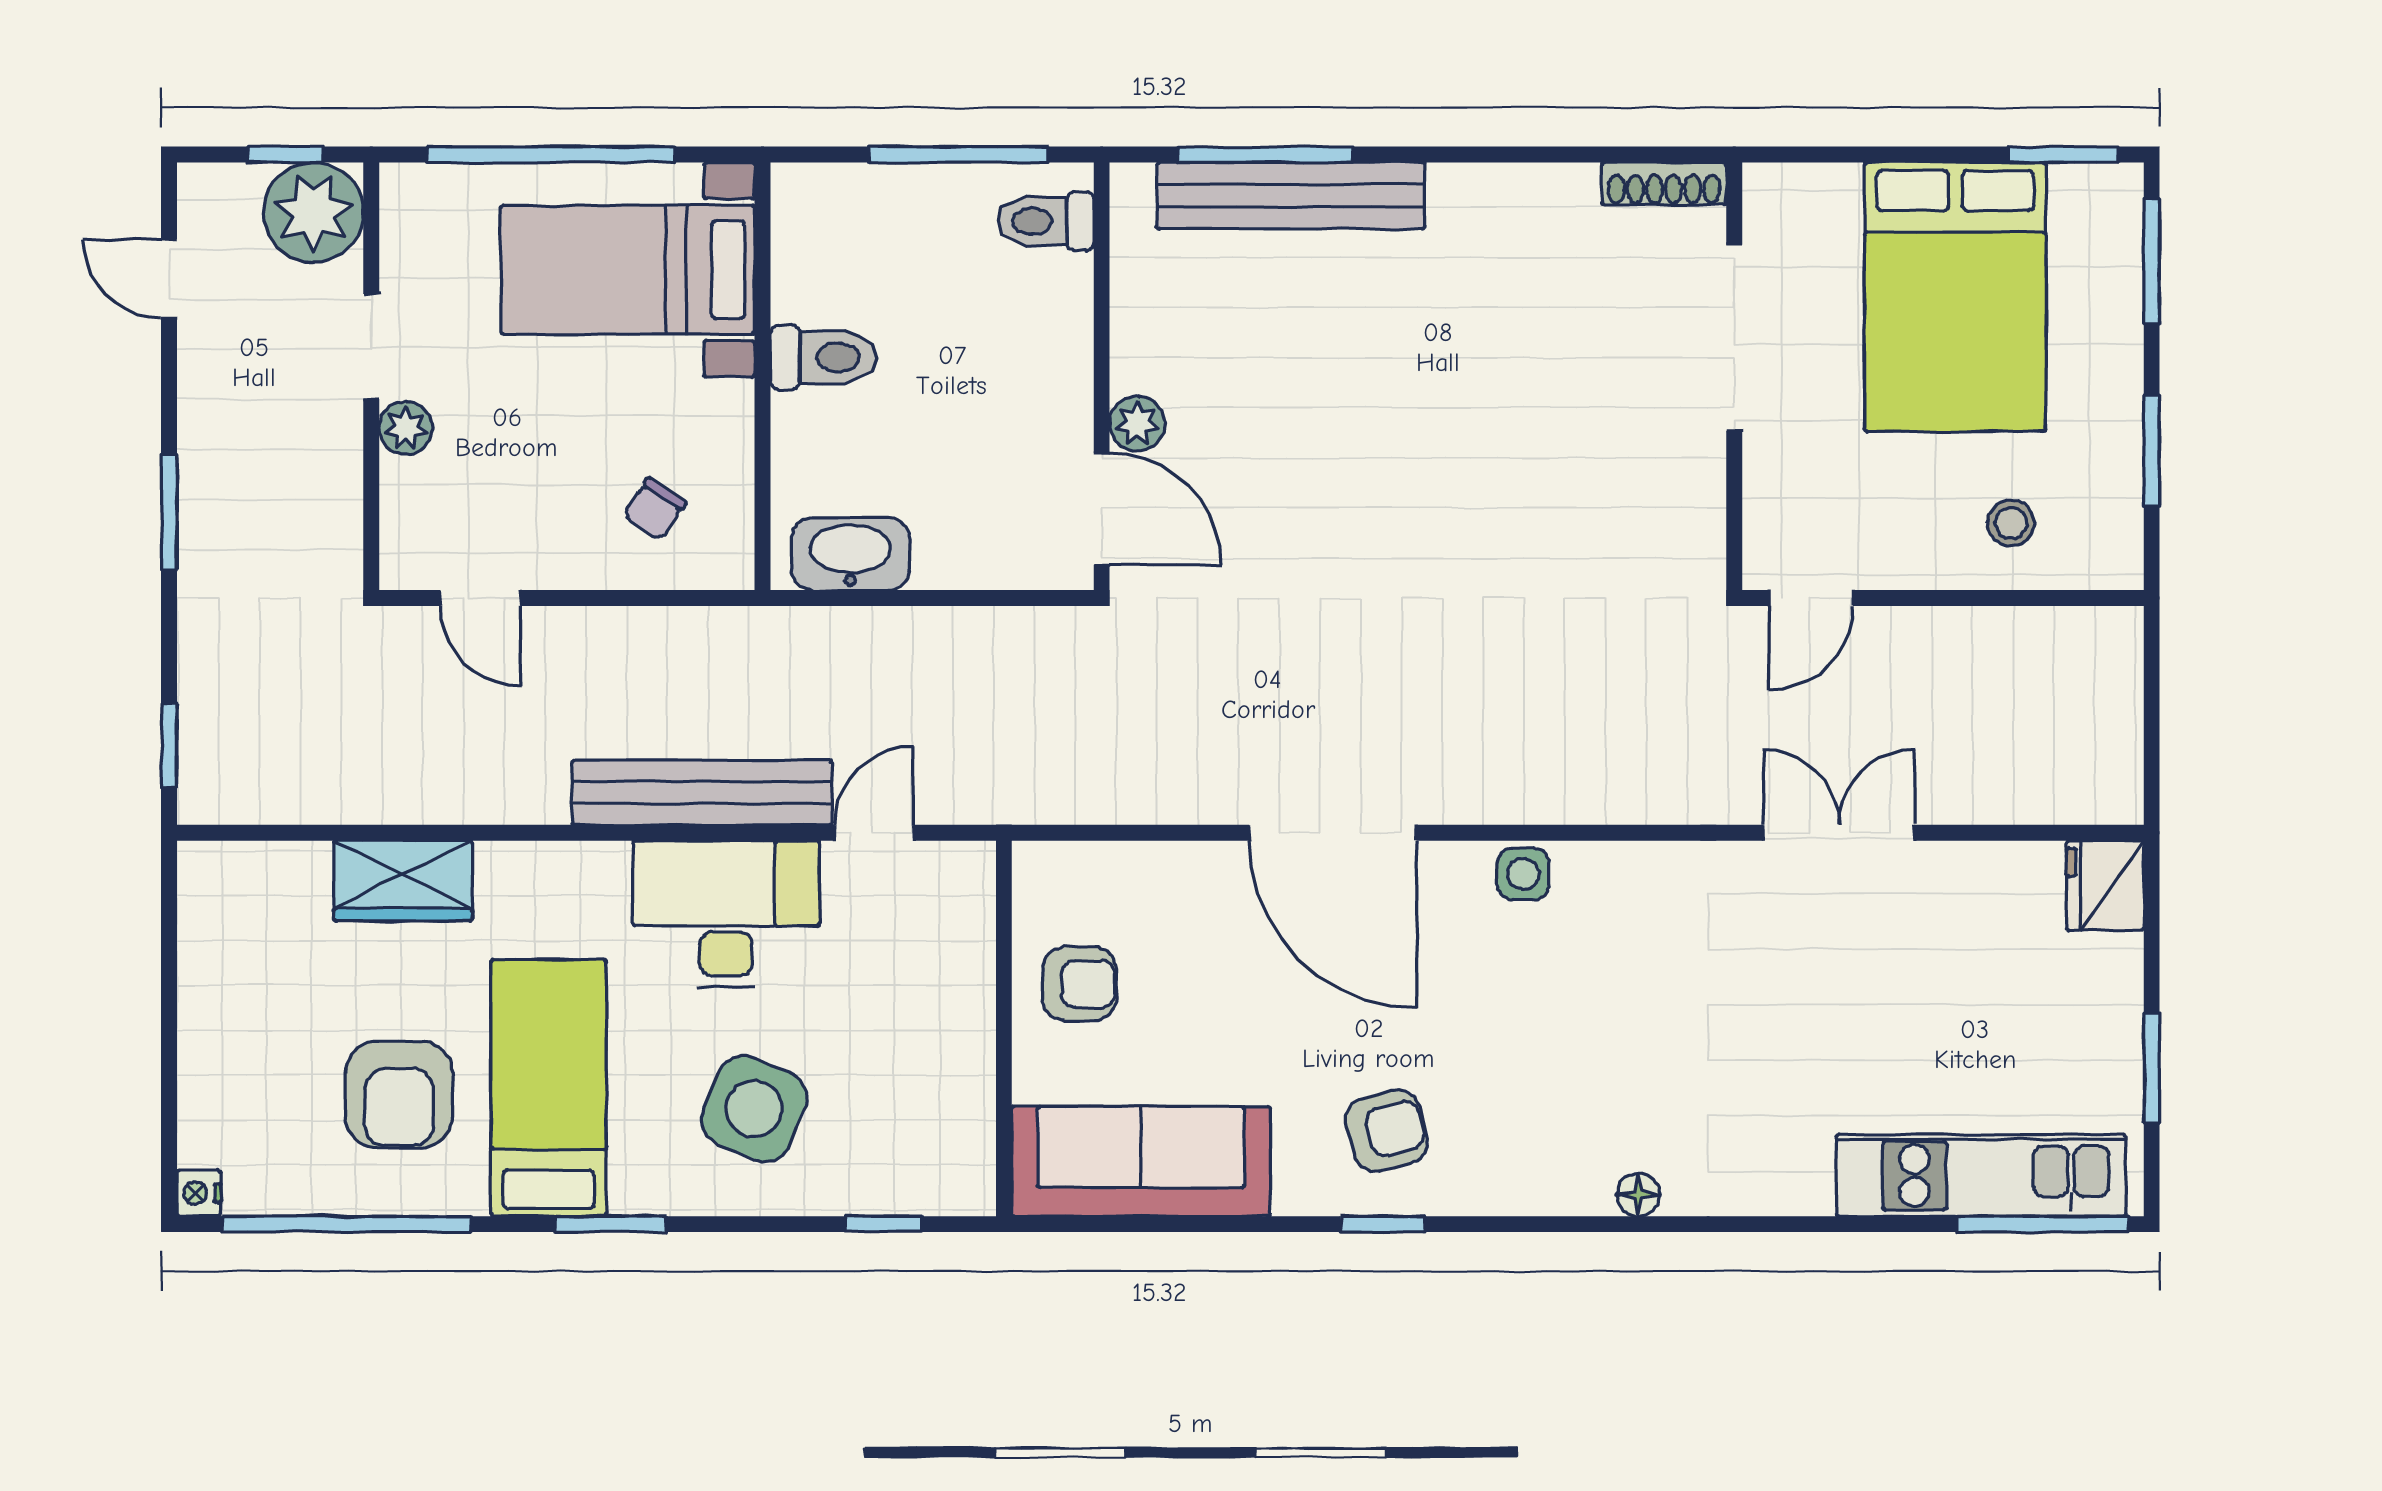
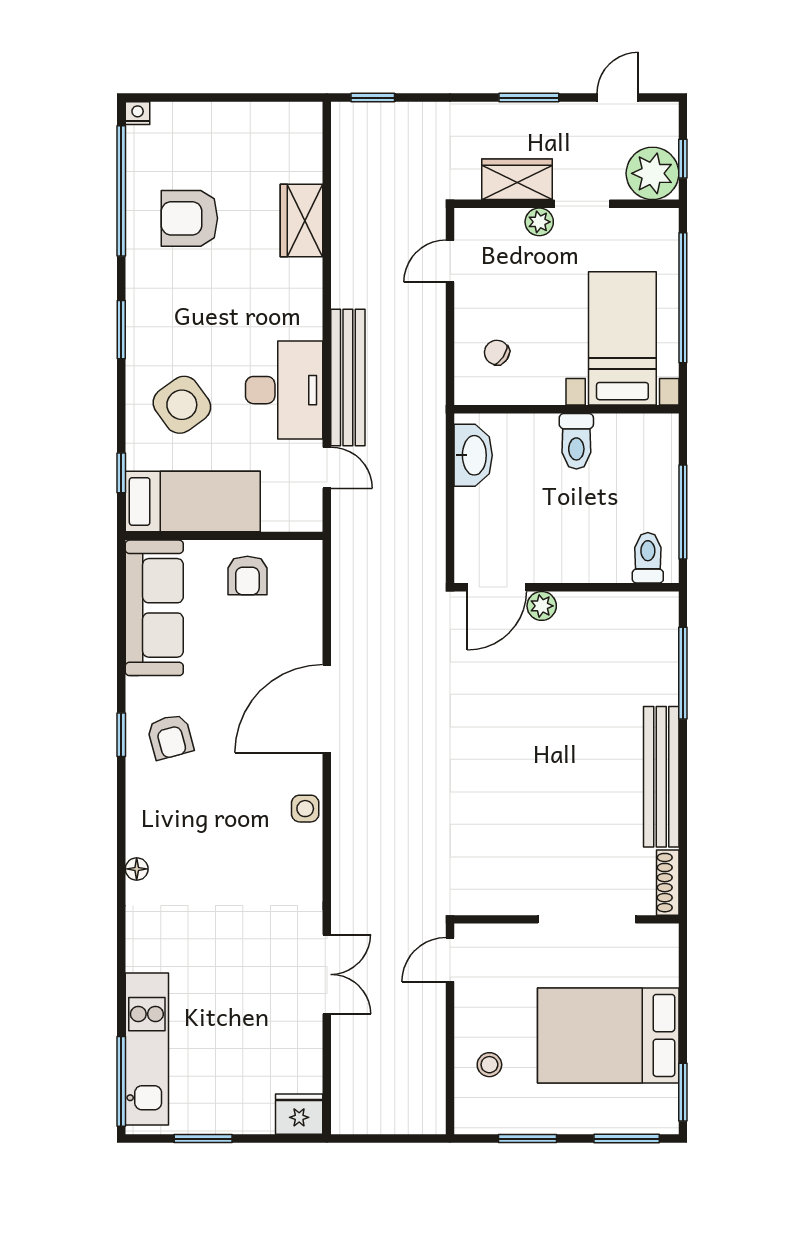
bench: (1291, 196) -> (661, 777), moved
wardrobe: (325, 470) -> (517, 179), added
window: (169, 512) -> (529, 98), moved
door: (1811, 598) -> (450, 960), hinge flipped
bed: (549, 1088) -> (193, 501), moved
side table: (754, 1109) -> (182, 405), turned 31

